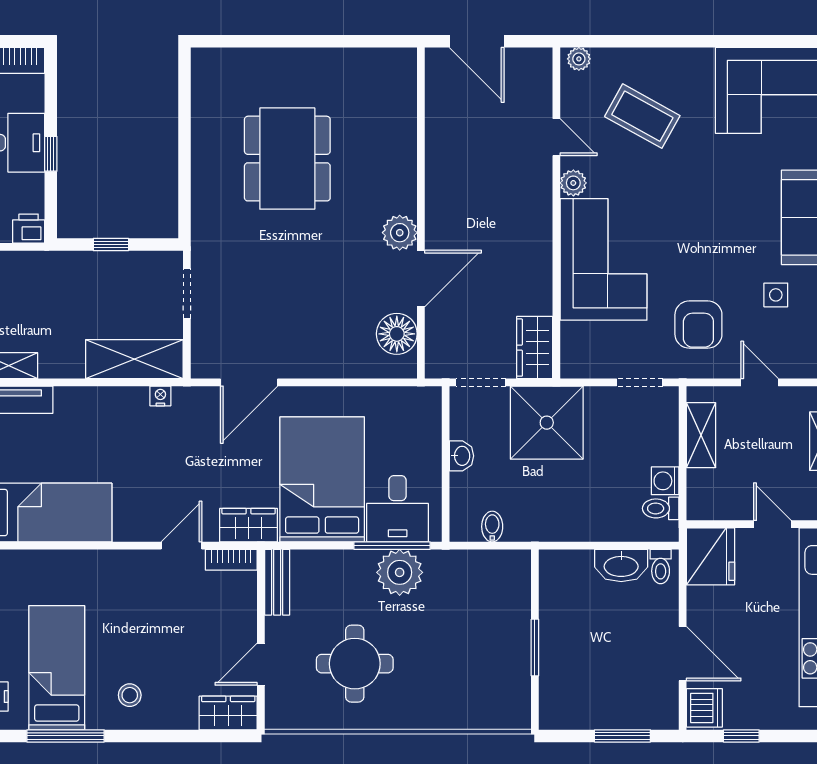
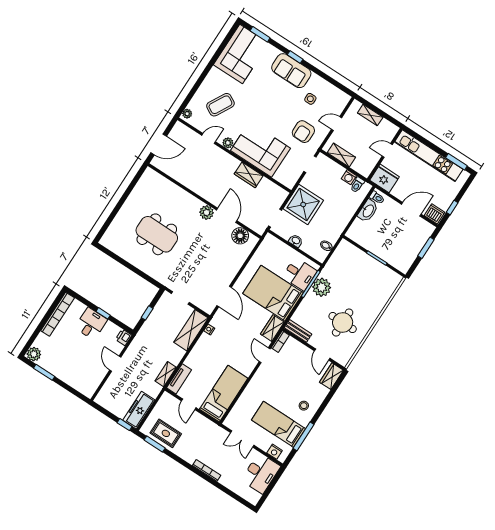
armchair: (698, 325) -> (303, 132), turned 90
wardrobe: (535, 348) -> (249, 175), moved

